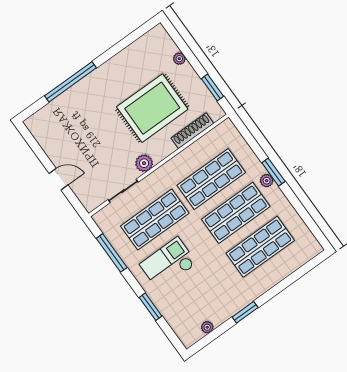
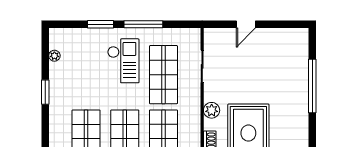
plant: (144, 163) -> (212, 110), moved
window: (112, 253) -> (143, 24), moved

